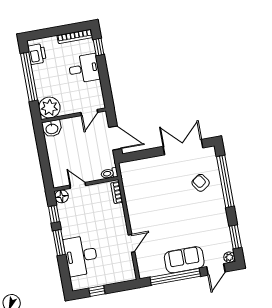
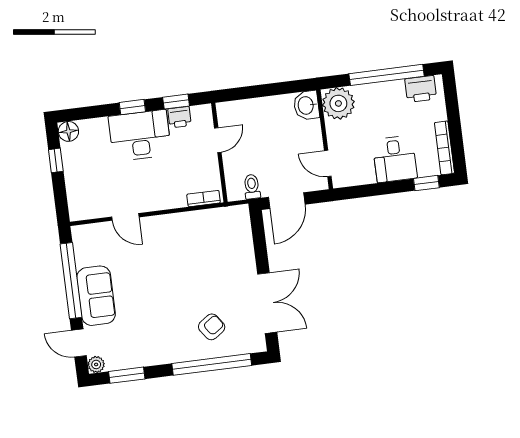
toilet: (109, 173) -> (252, 187), moved
floor lamp: (62, 196) -> (68, 131), moved
printer: (64, 211) -> (179, 117), added
window: (59, 243) -> (132, 107), width x0.67
desk: (81, 256) -> (140, 135), moved

